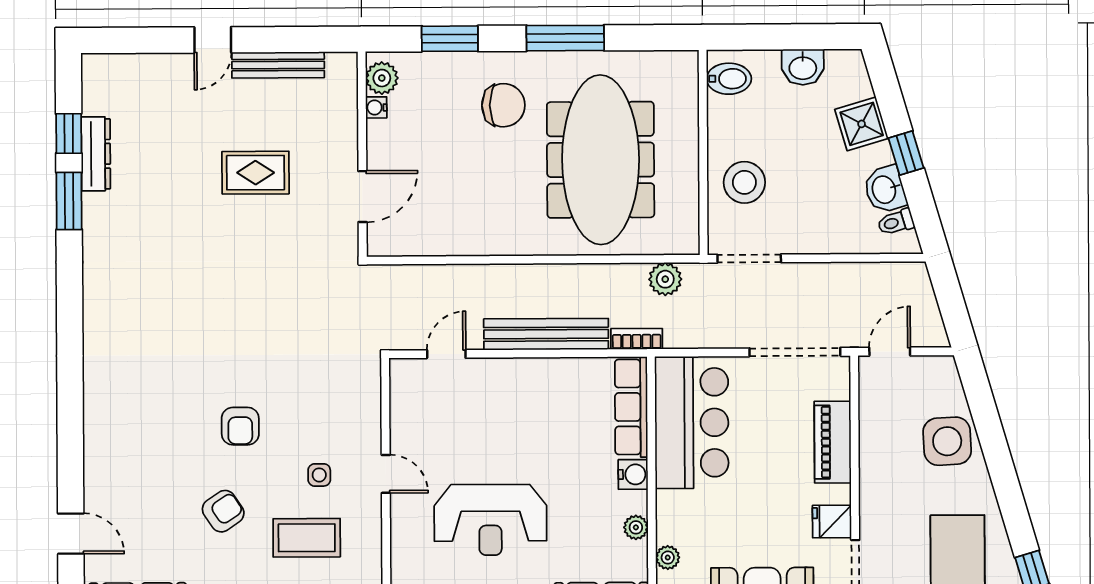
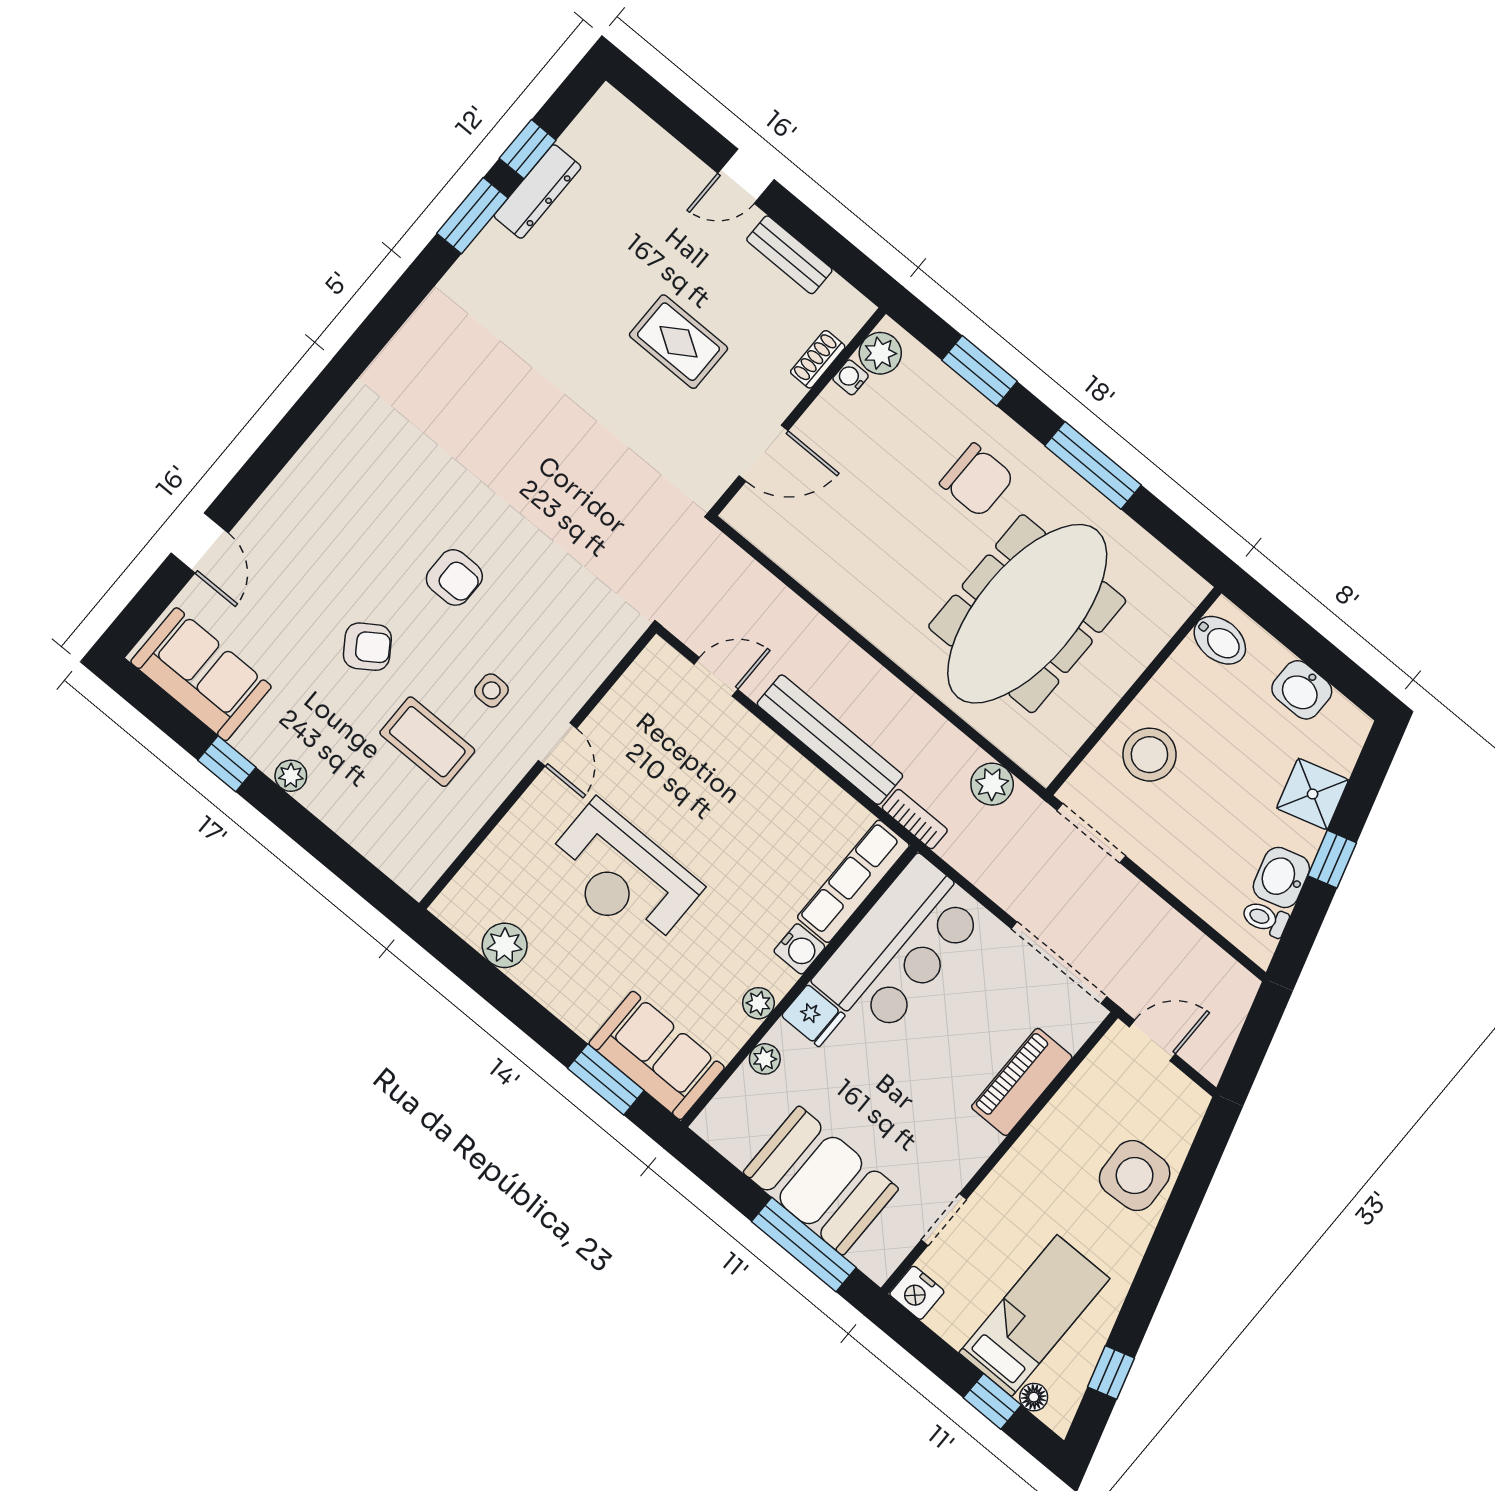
bench: (278, 65) -> (789, 255), width x0.73
shoe rack: (348, 113) -> (818, 359), added
armchair: (240, 426) -> (454, 577), turned -90
fridge: (832, 522) -> (813, 1016), moved, turned 180

